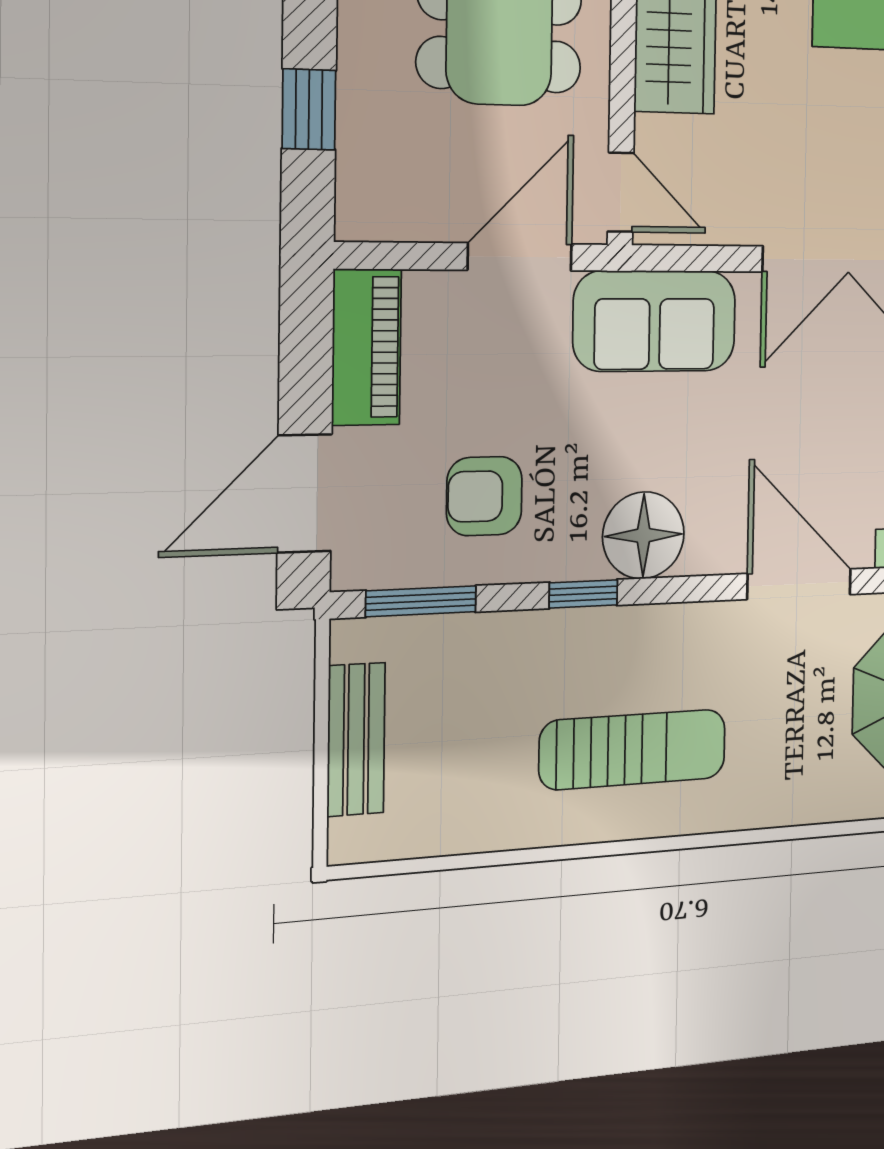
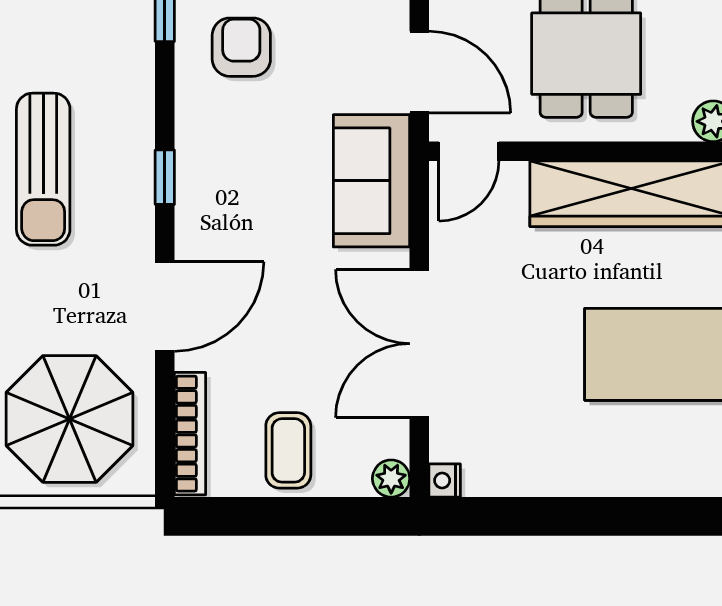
floor lamp: (643, 535) -> (208, 175), removed
window: (583, 594) -> (165, 177), moved

